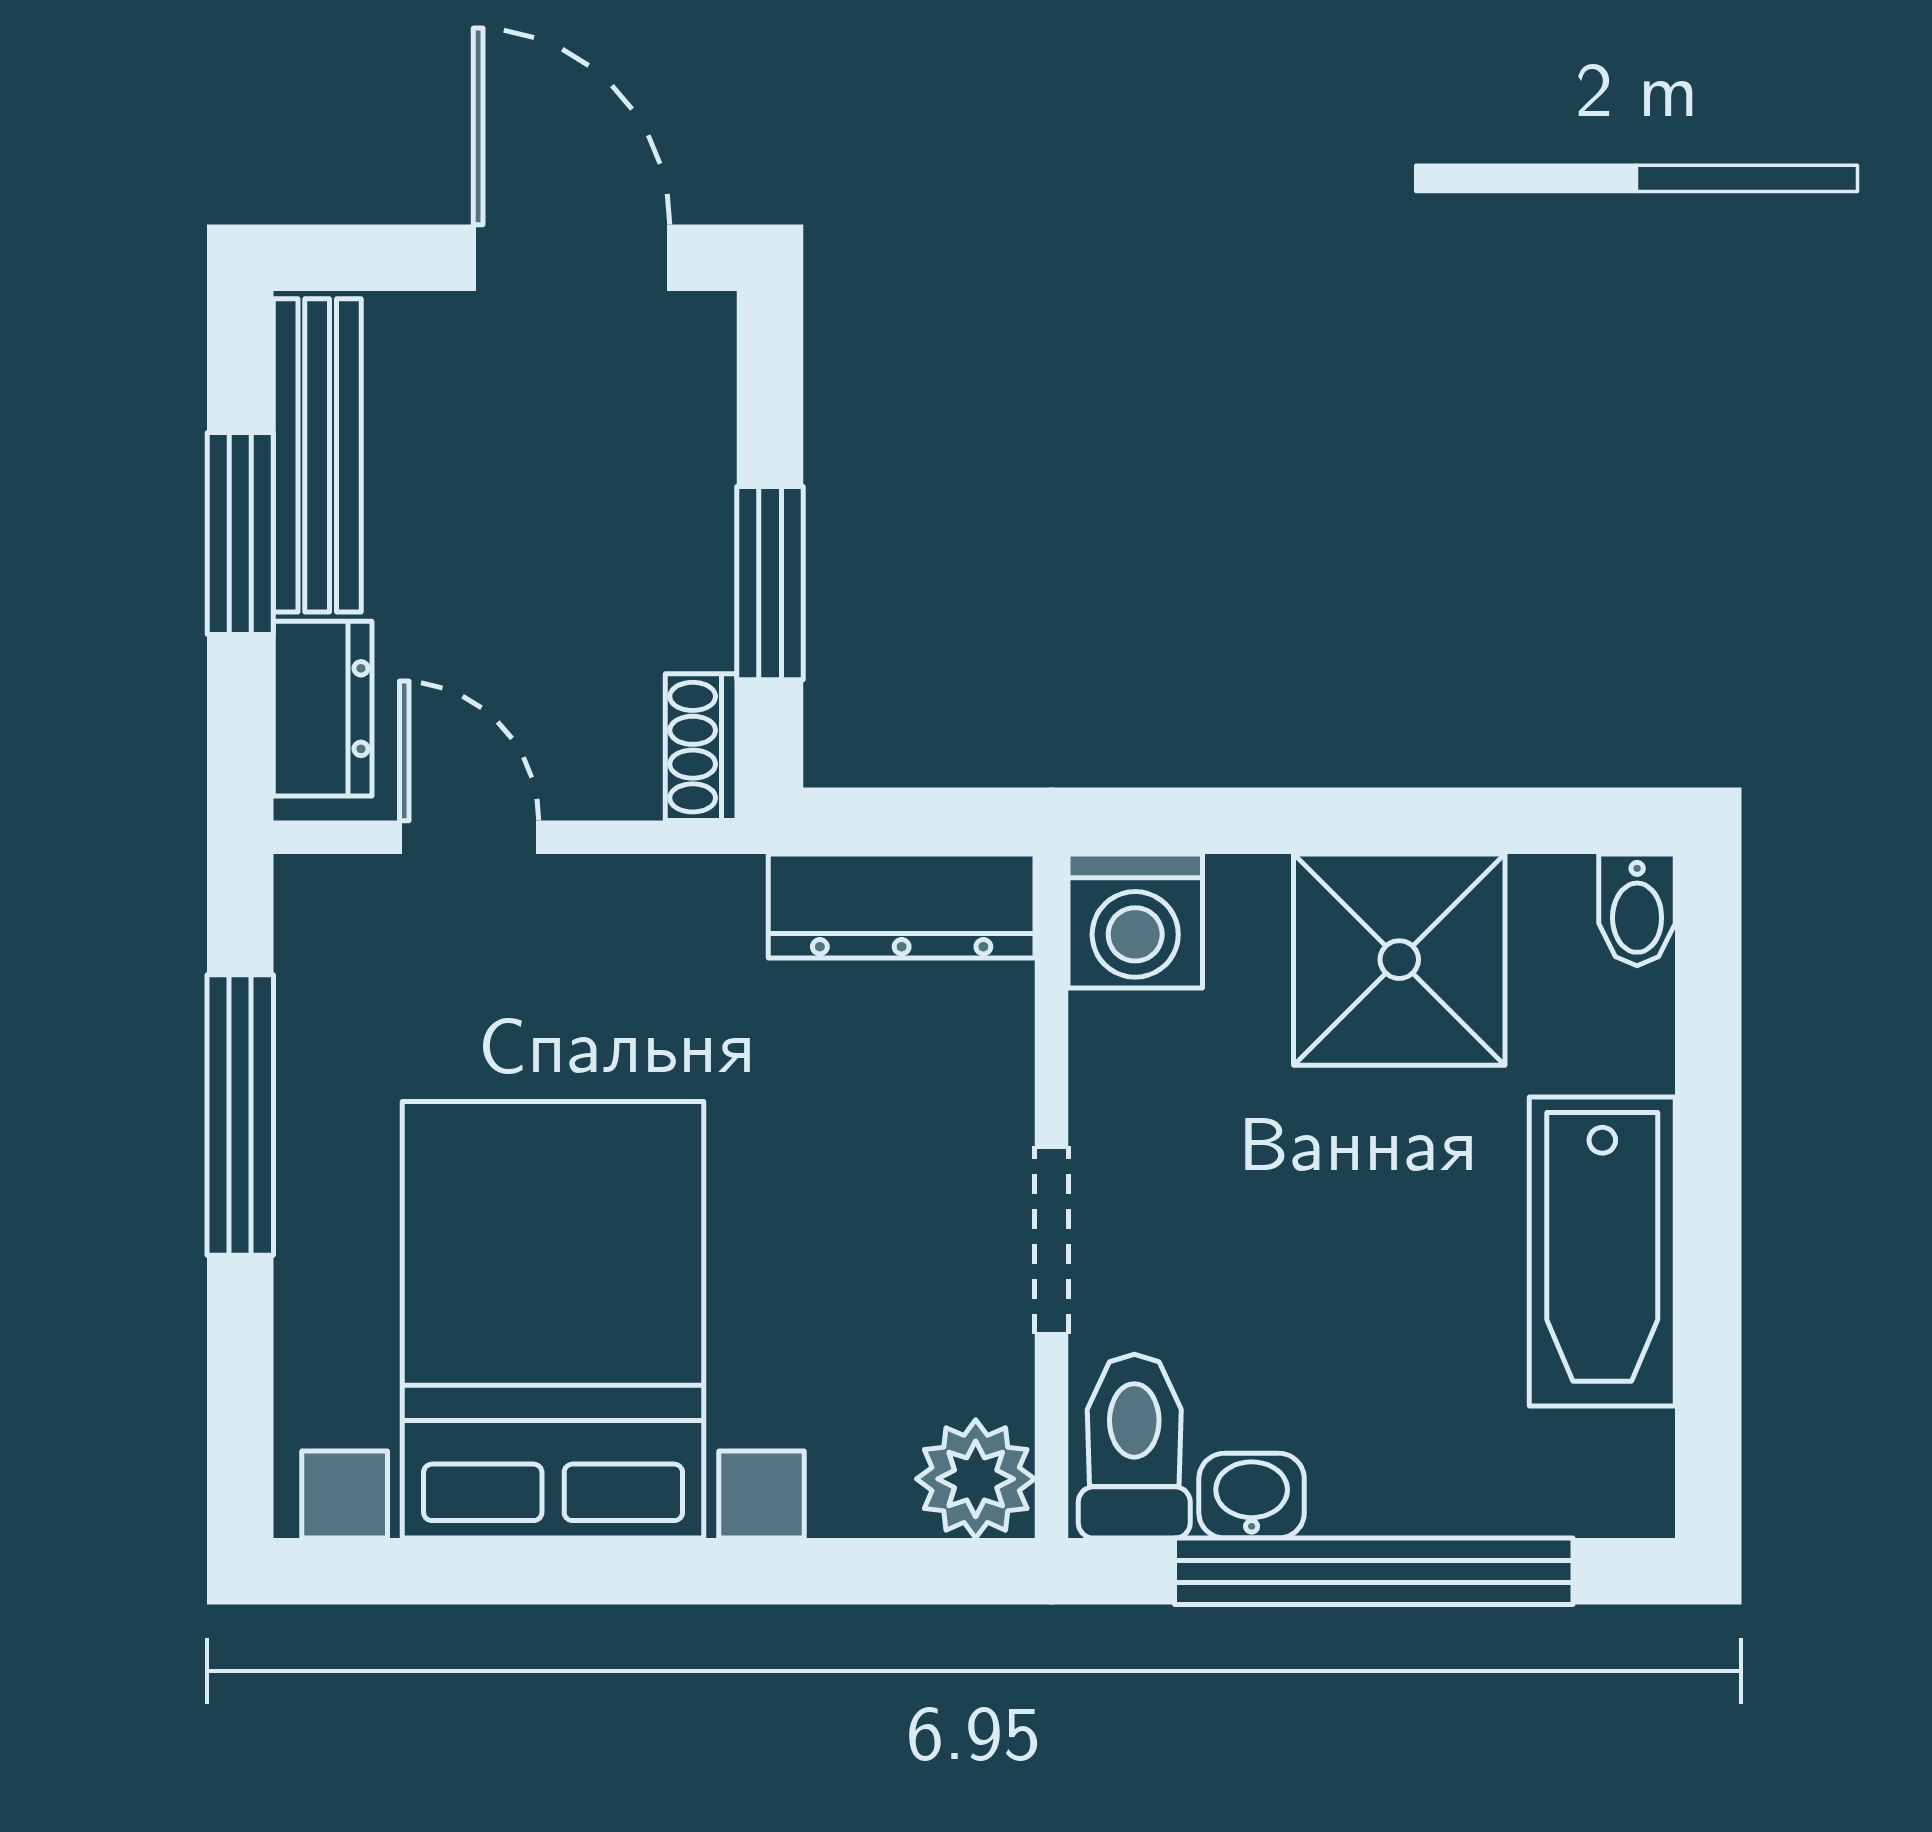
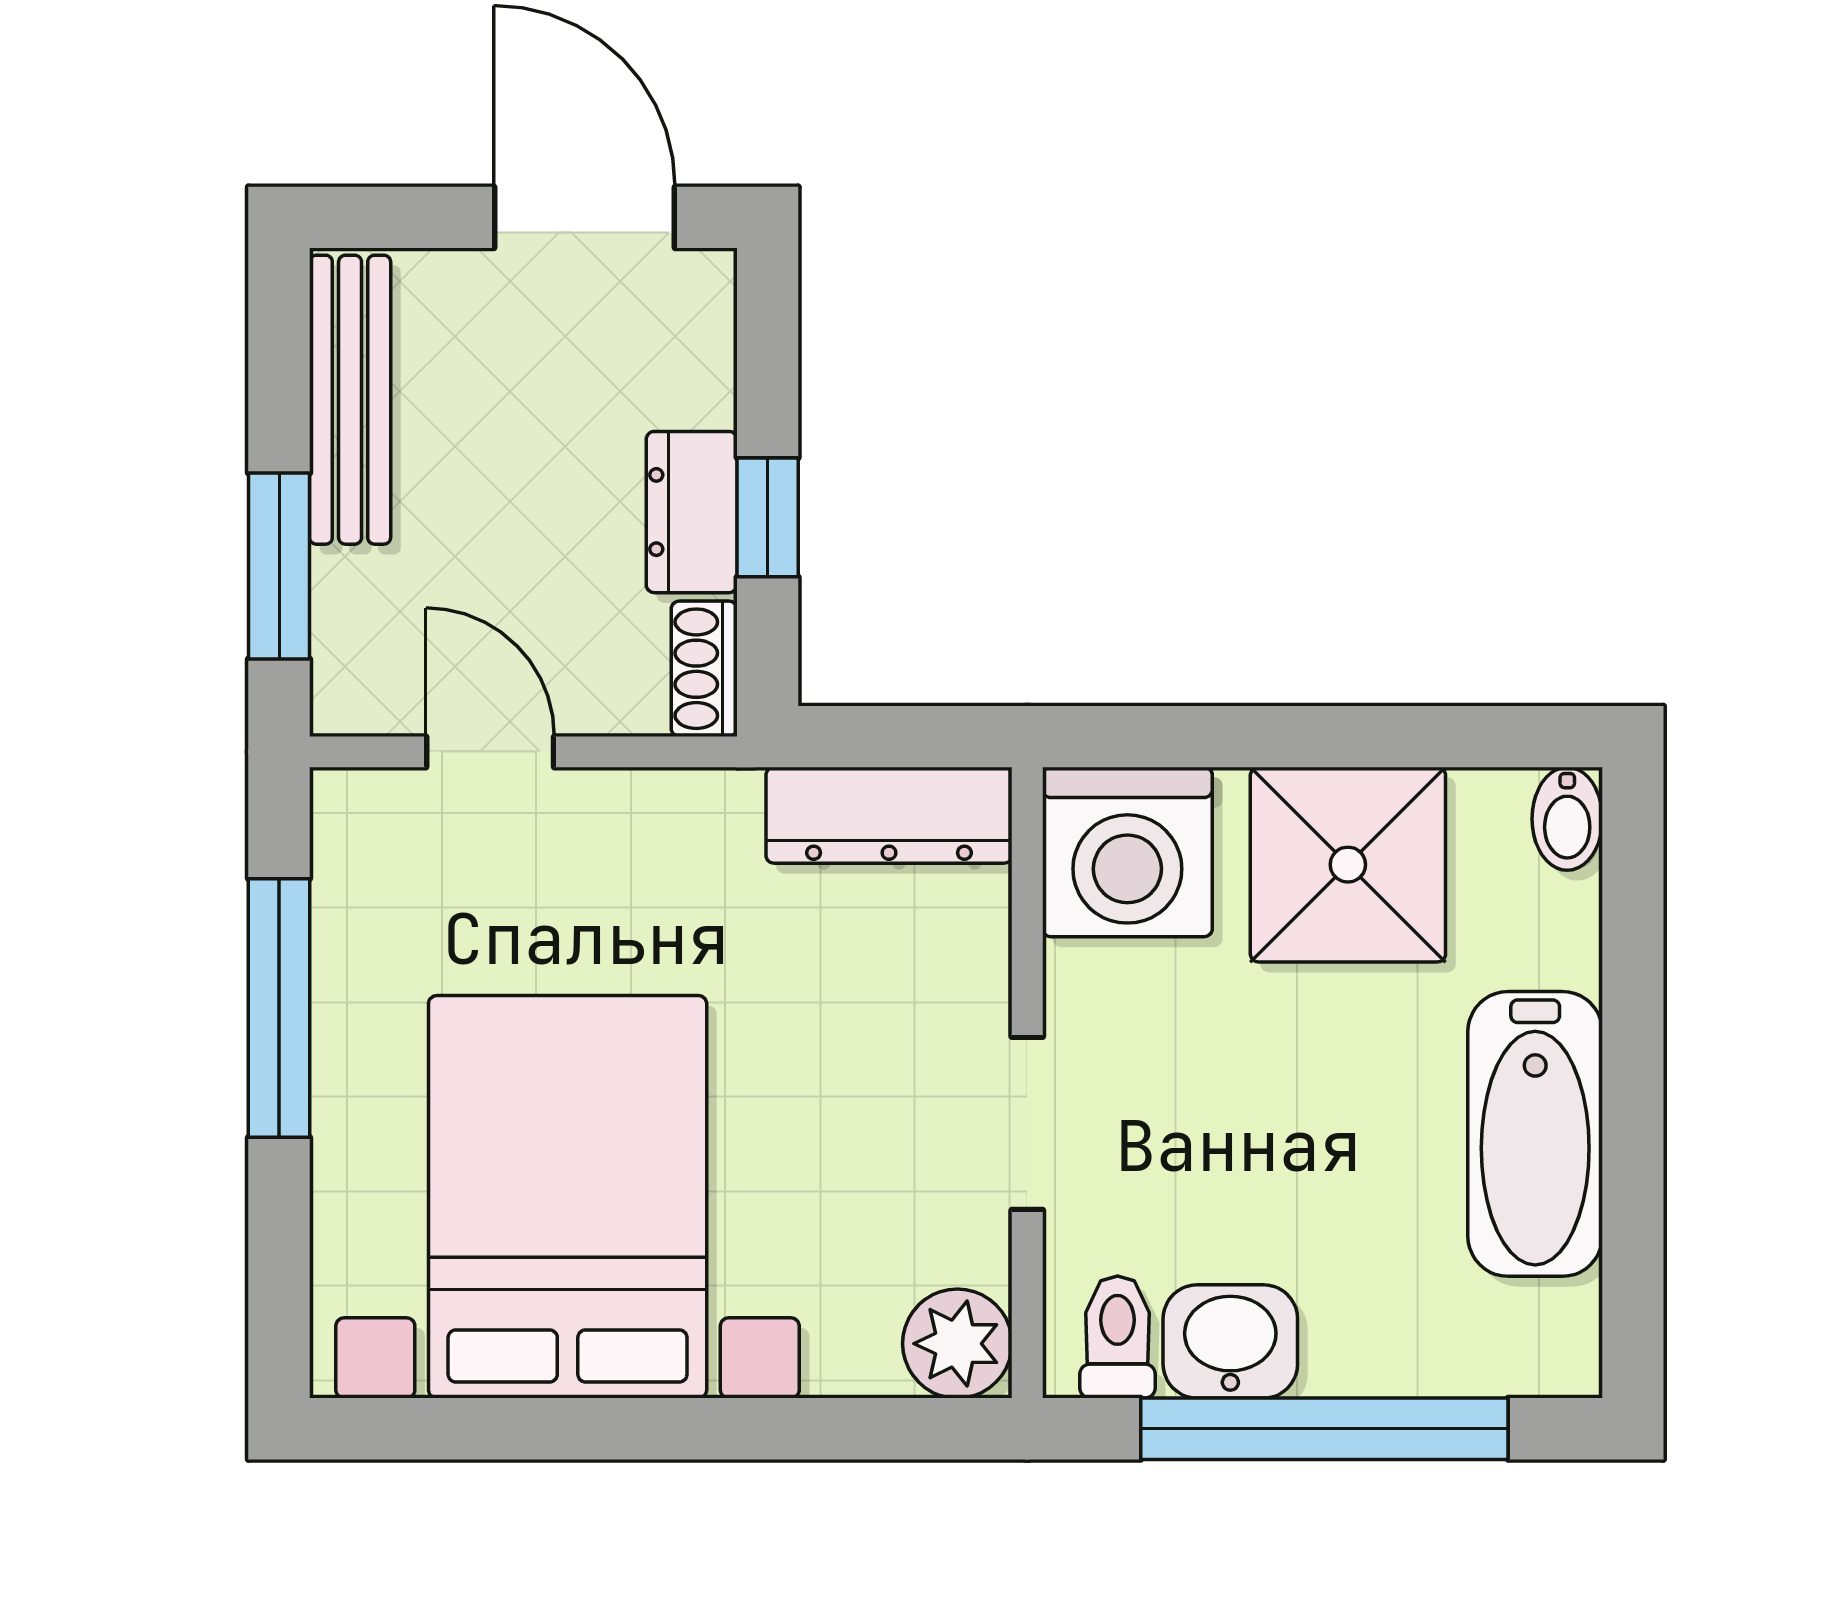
window: (240, 533) -> (279, 566), moved
window: (770, 583) -> (768, 517), width x0.67
dresser: (323, 709) -> (692, 512), moved, turned 180
washing machine: (1135, 921) -> (1127, 852), width x1.37, depth x1.37
toilet: (1134, 1446) -> (1118, 1337), width x0.73, depth x0.72
washbasin: (1252, 1496) -> (1230, 1341), width x1.38, depth x1.45

